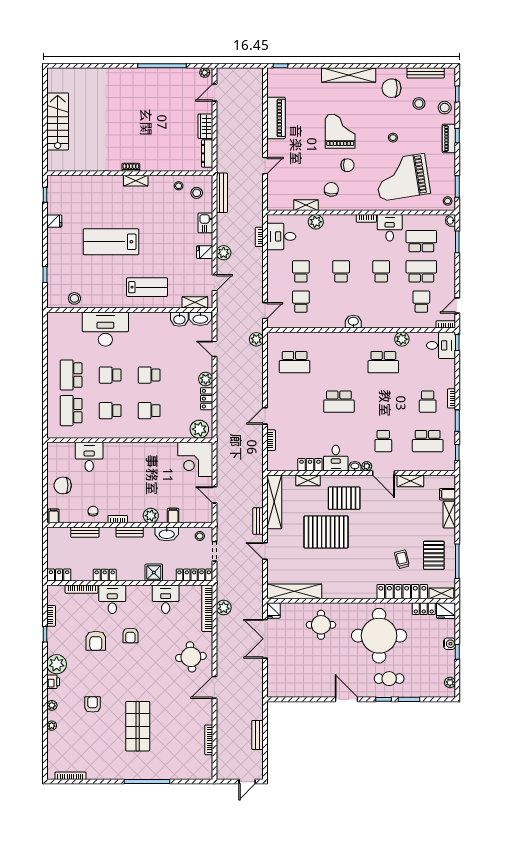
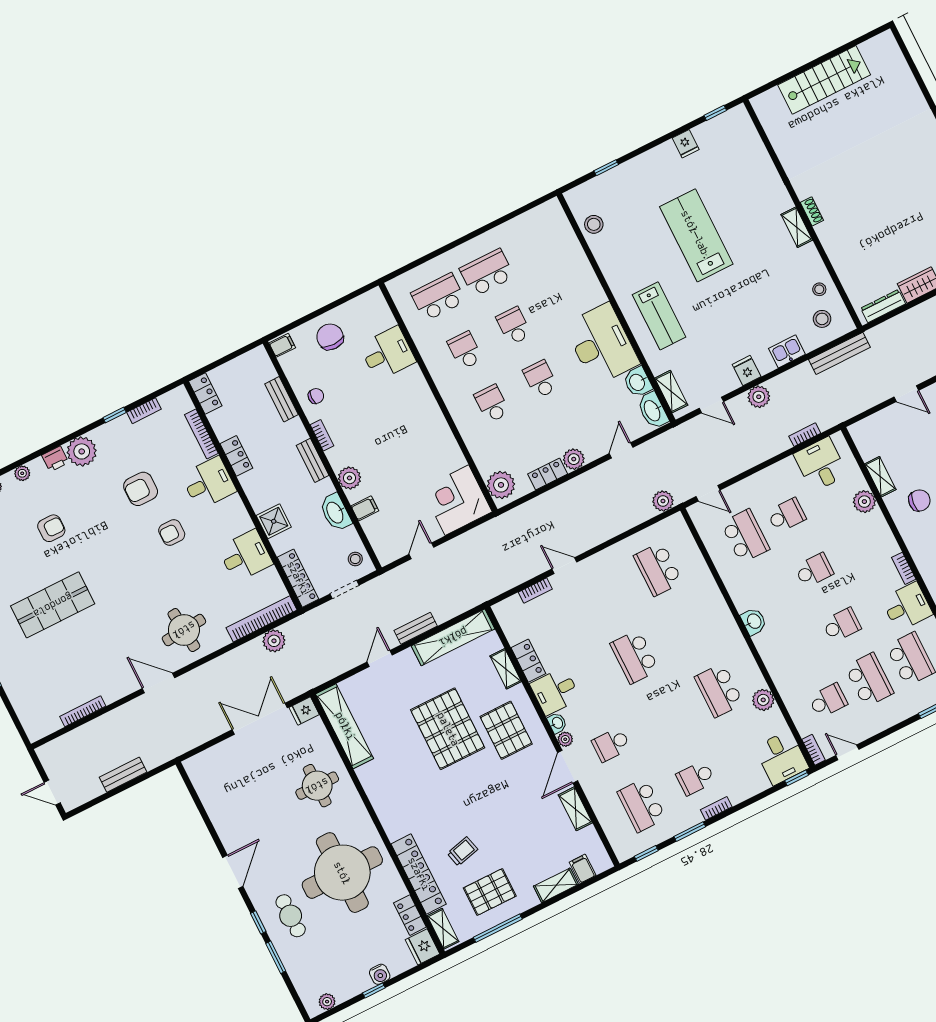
school desk: (301, 302) -> (745, 536), width x1.85
desk: (105, 329) -> (602, 344), moved

